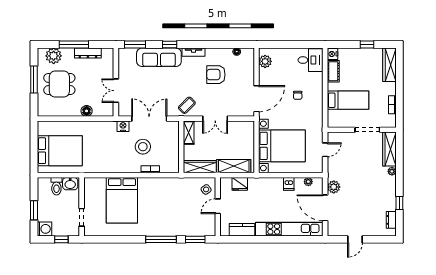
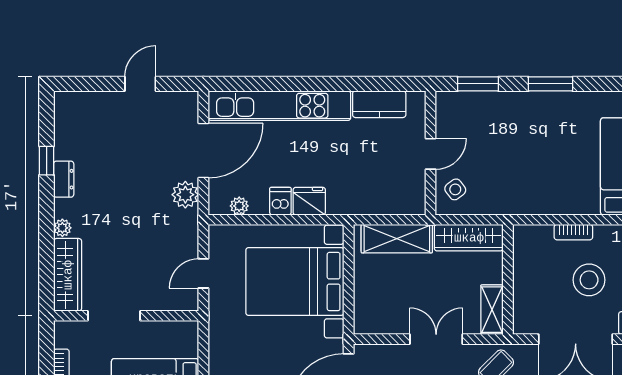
fridge: (240, 184) -> (309, 201), moved
door: (325, 208) -> (203, 151), hinge flipped
dresser: (391, 220) -> (64, 179), moved
window: (161, 239) -> (550, 84), width x0.69

